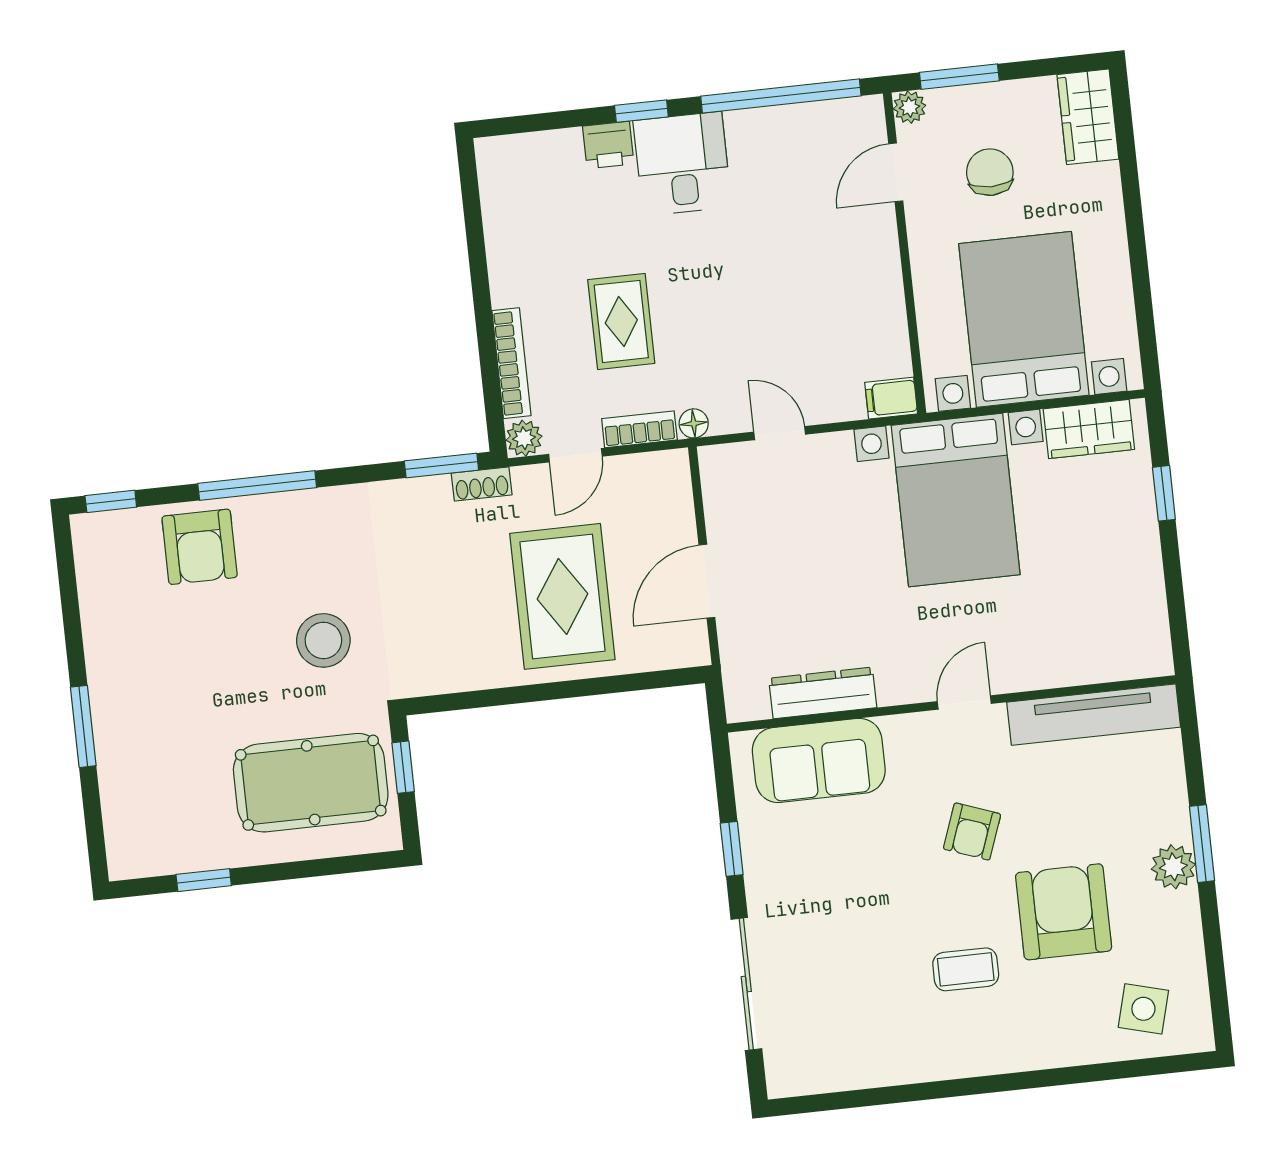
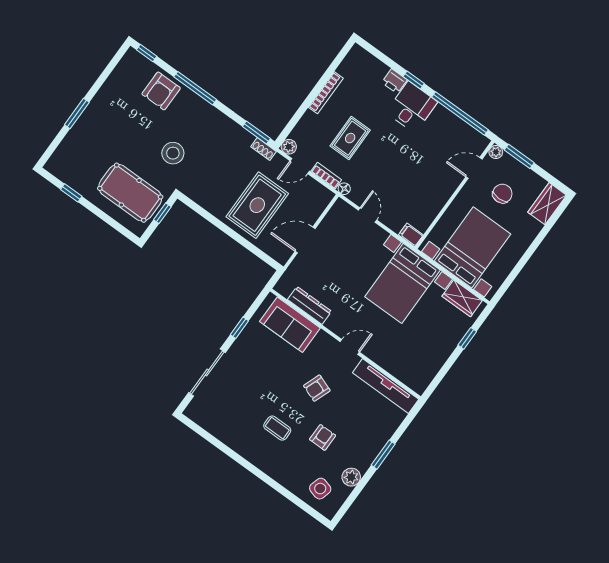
bookcase: (511, 363) -> (326, 93), moved
plant: (1173, 867) -> (351, 477), moved
armchair: (1064, 912) -> (323, 437), width x0.53, depth x0.53

